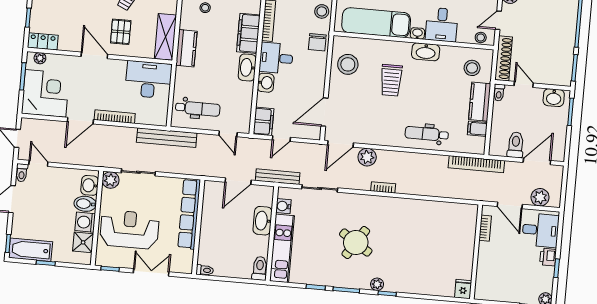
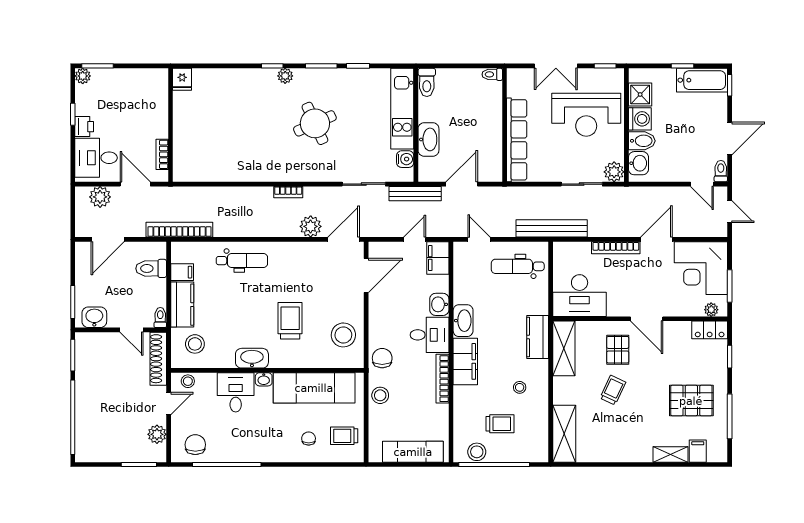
toilet: (516, 145) -> (151, 268), moved, turned 90
round table: (356, 243) -> (315, 123), turned 33

